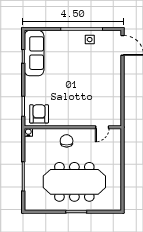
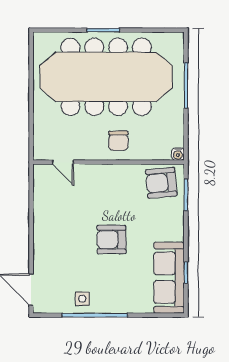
armchair: (71, 78) -> (111, 240), added
armchair: (39, 114) -> (161, 183), turned 85
door: (102, 127) -> (63, 162), swing flipped
meeting table: (74, 182) -> (106, 77), width x1.36, depth x1.27

